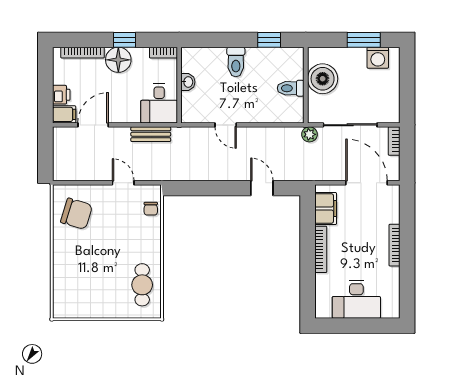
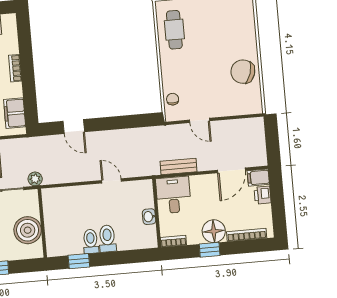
toilet: (291, 88) -> (91, 241), moved, turned -90
chair: (77, 214) -> (243, 72), moved
bookcase: (321, 249) -> (15, 68), width x0.64

